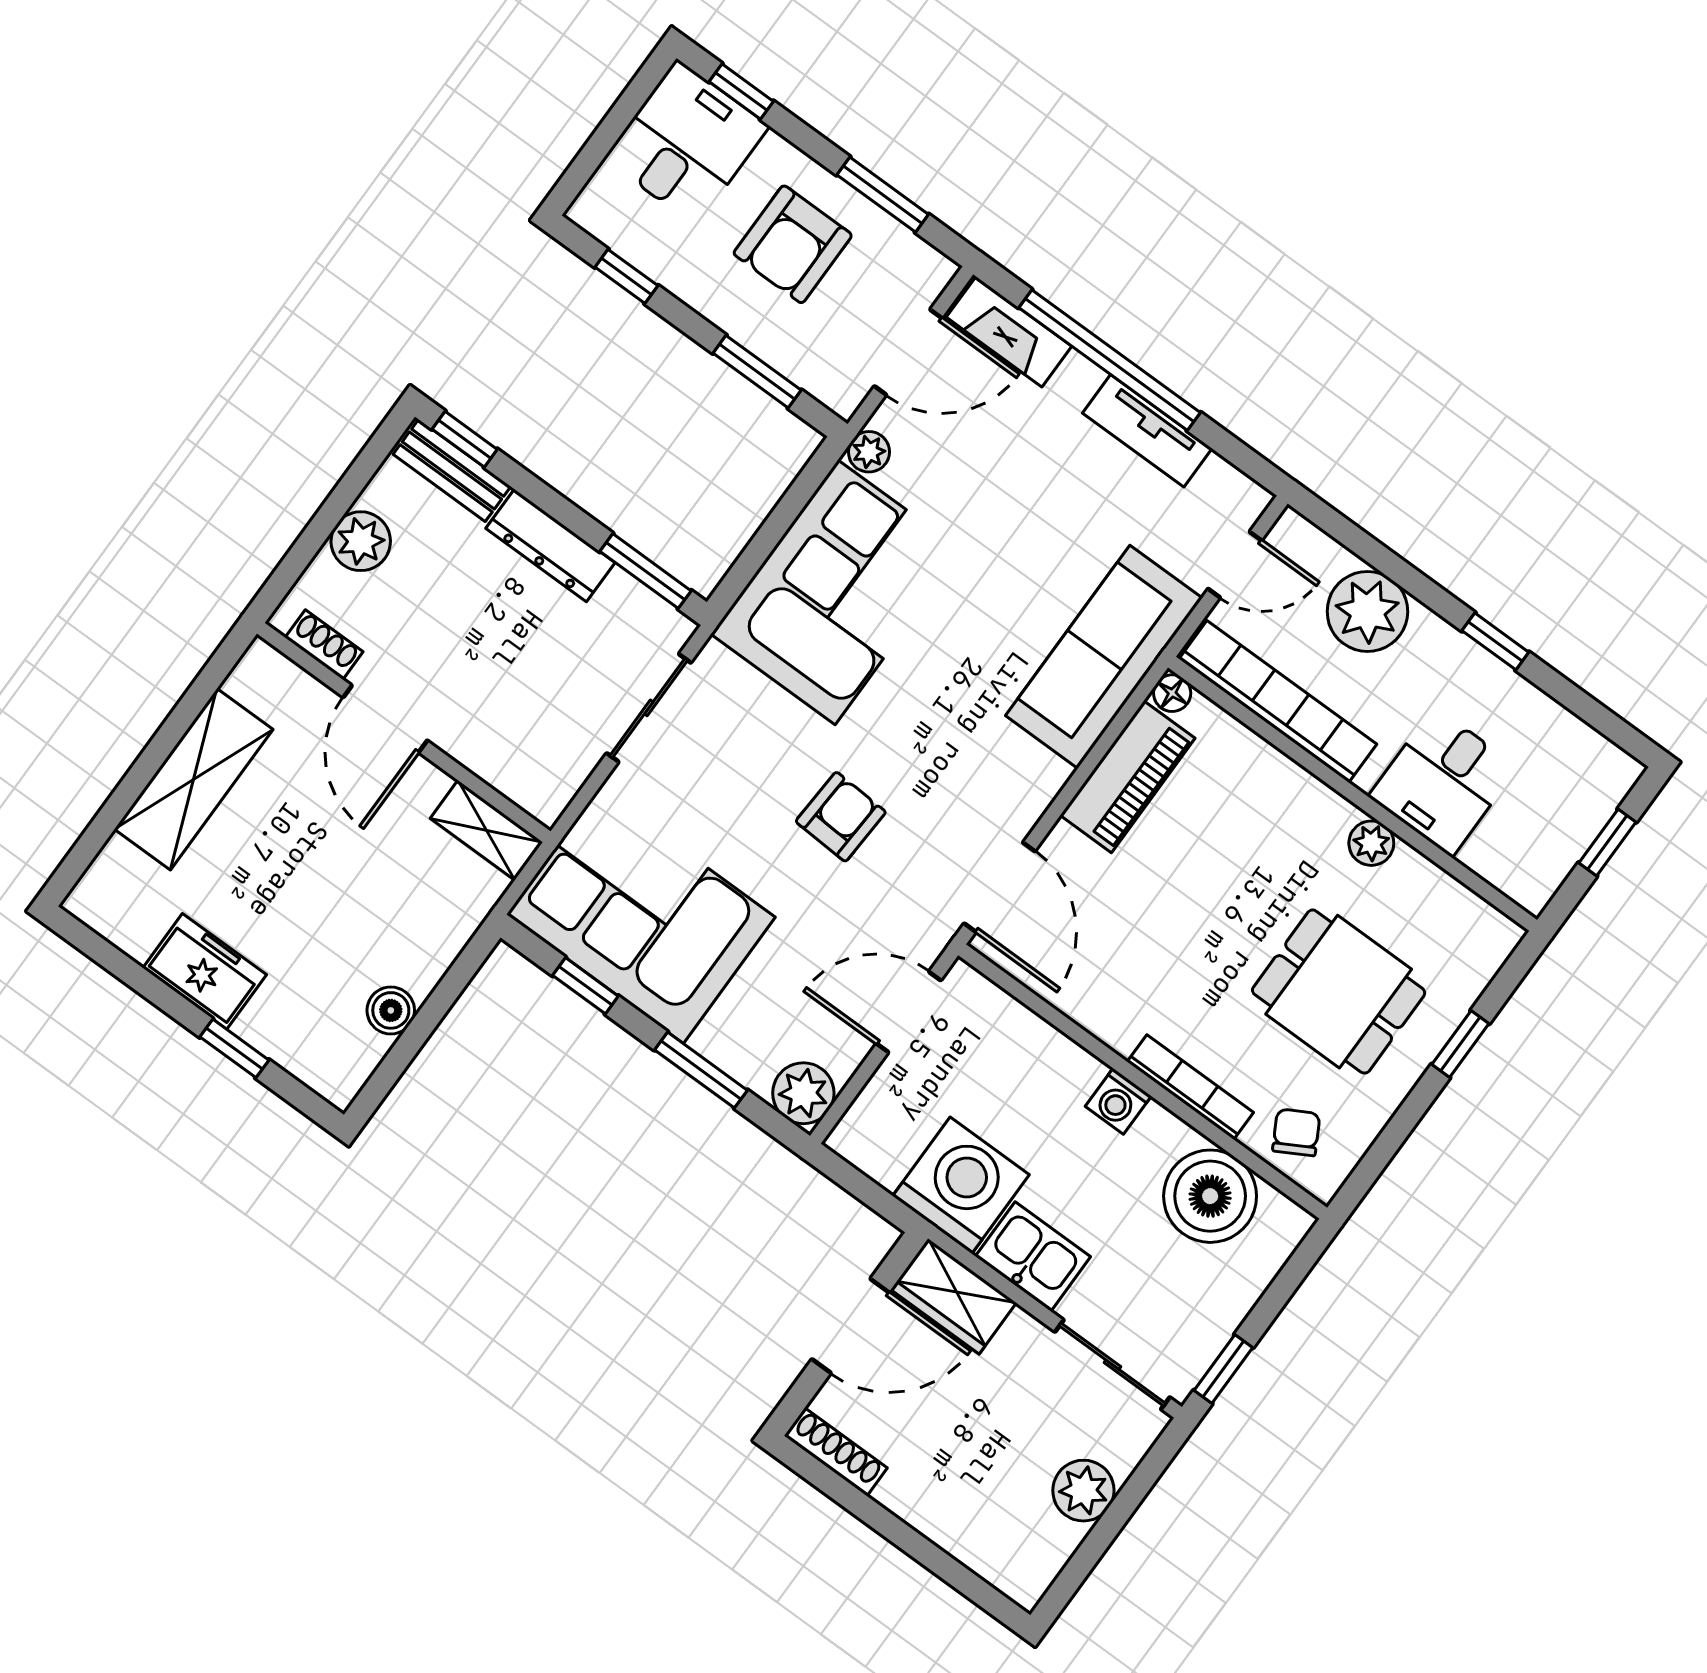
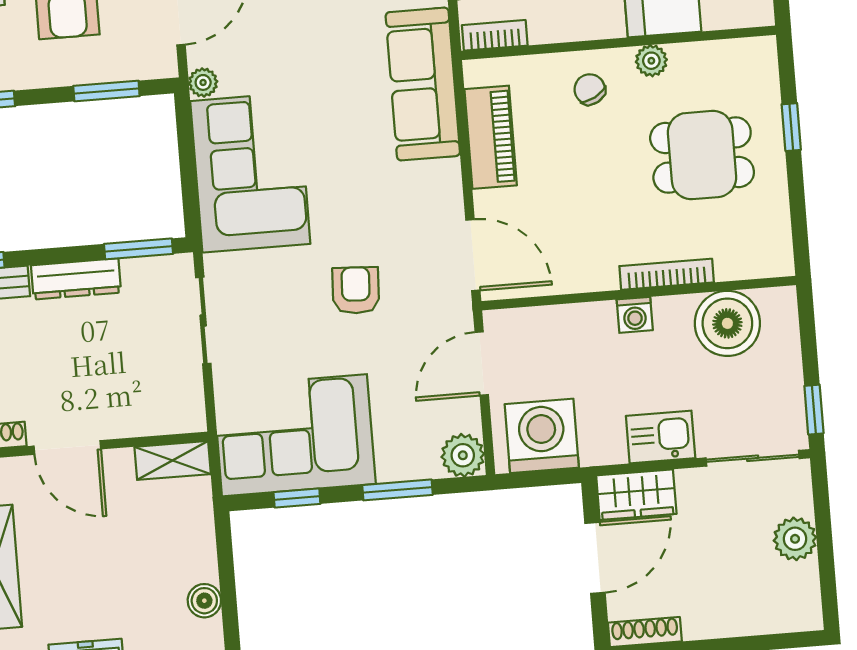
floor lamp: (1172, 693) -> (476, 72), removed
bookcase: (1278, 702) -> (495, 35), width x0.43, depth x0.76
chair: (1296, 1132) -> (590, 89), moved
washing machine: (961, 1185) -> (542, 436), moved

